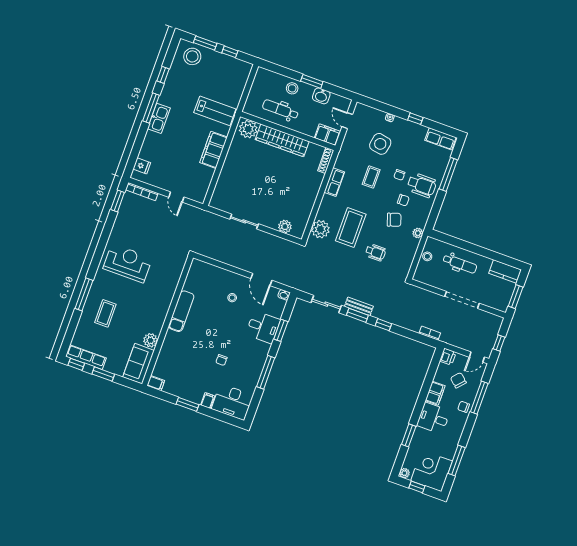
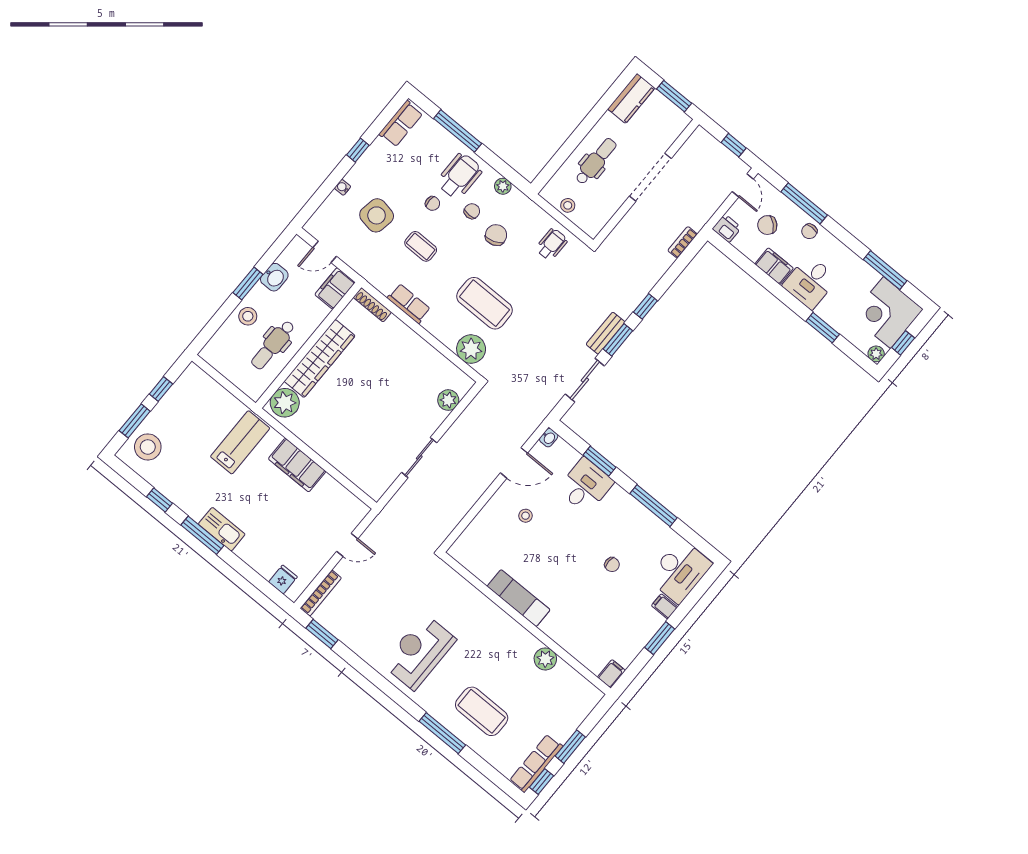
plant: (418, 233) -> (503, 186), moved
wheelchair: (376, 252) -> (552, 244), moved
coffee table: (105, 313) -> (482, 711), width x1.36, depth x1.32
sofa: (139, 364) -> (574, 689), removed

